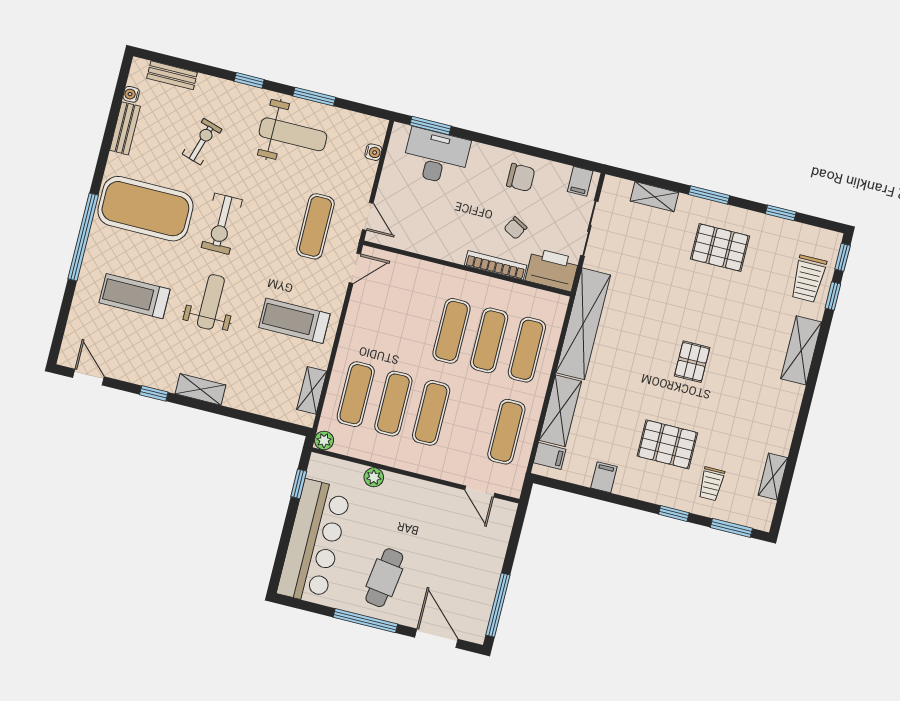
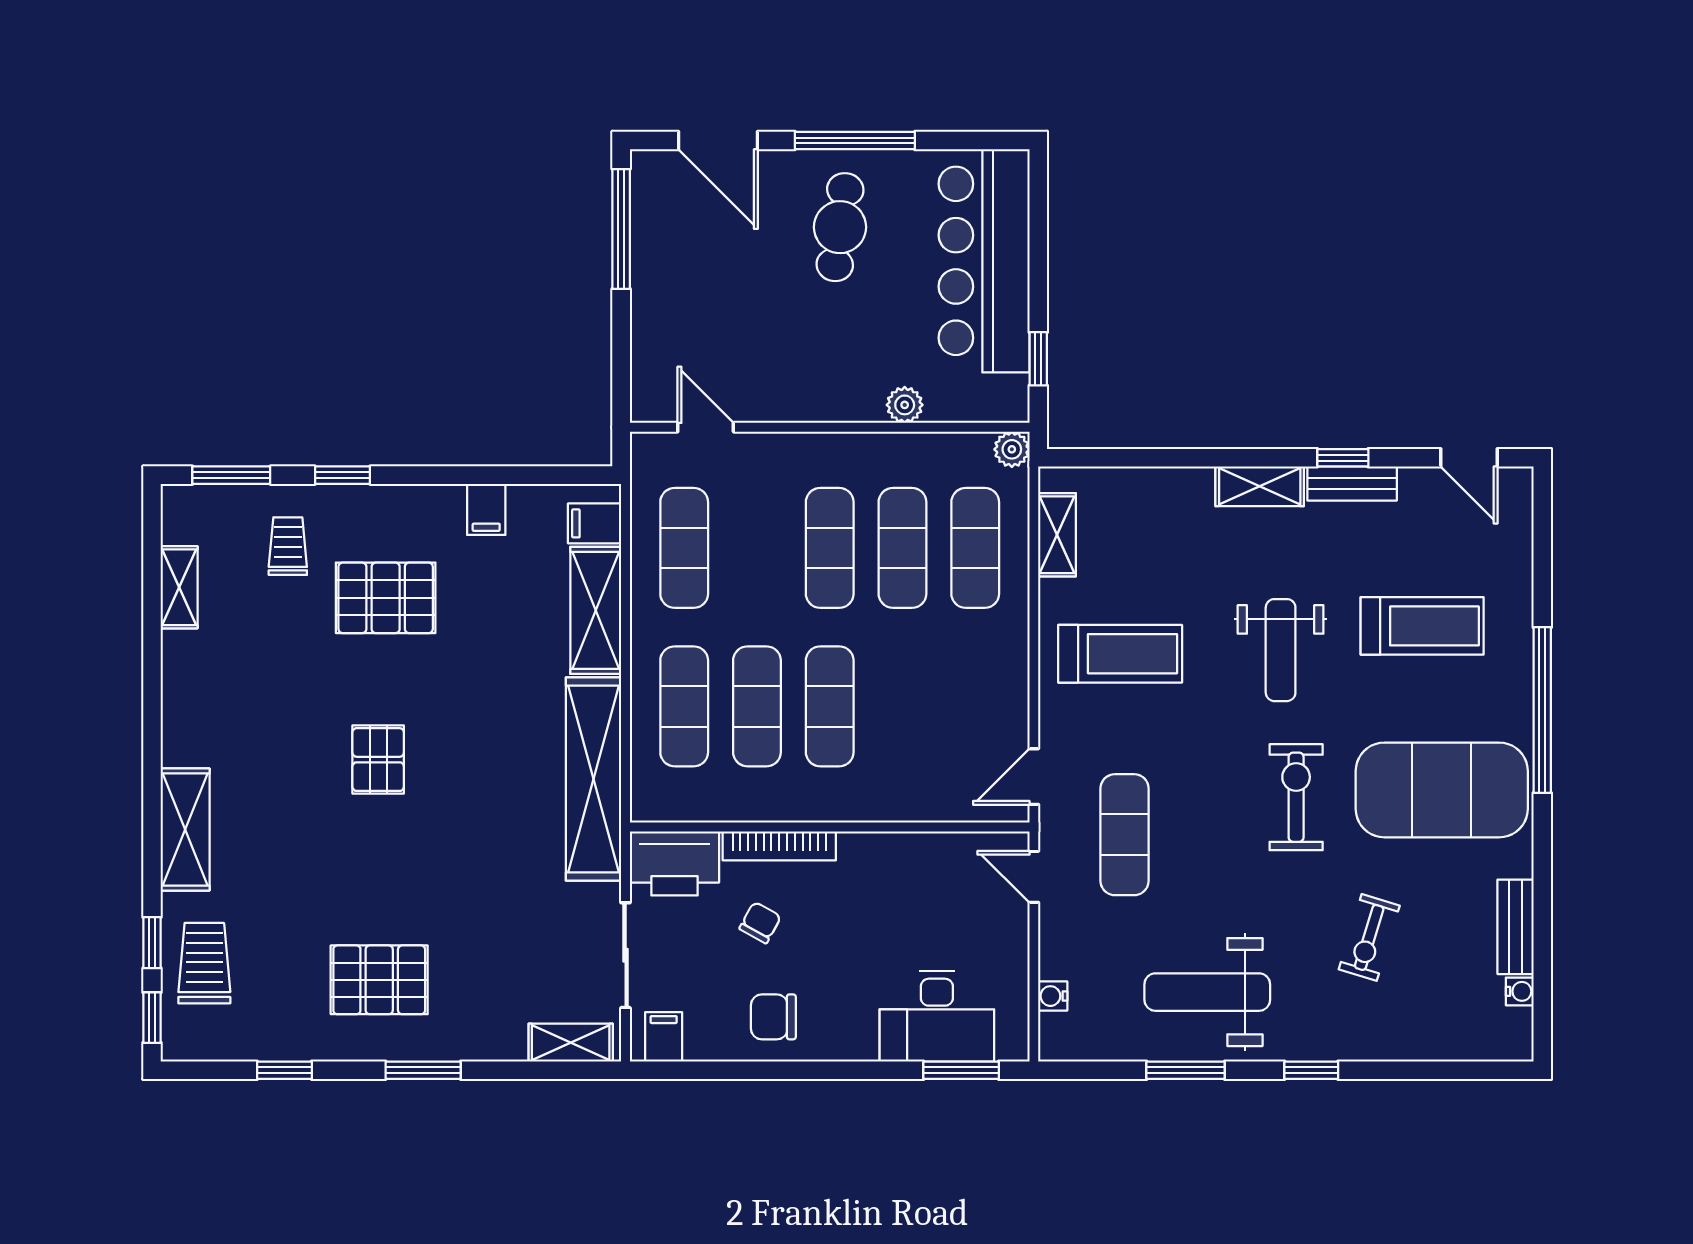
bench: (172, 75) -> (1352, 483), moved
shelving: (654, 197) -> (571, 1043), moved

